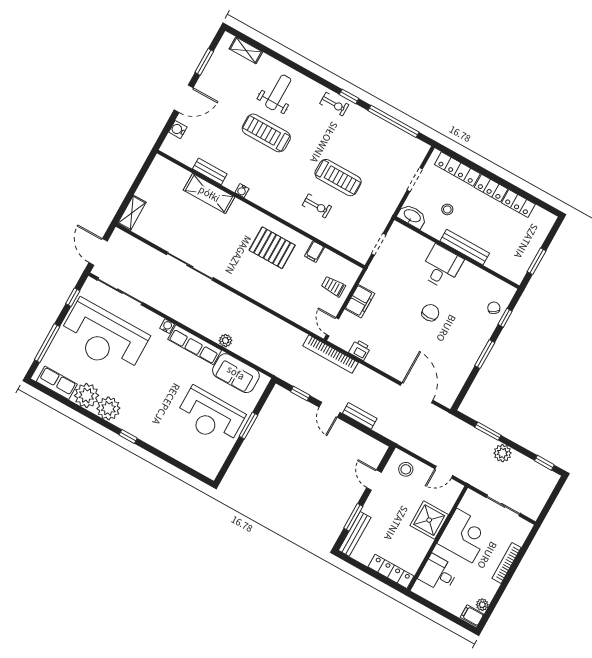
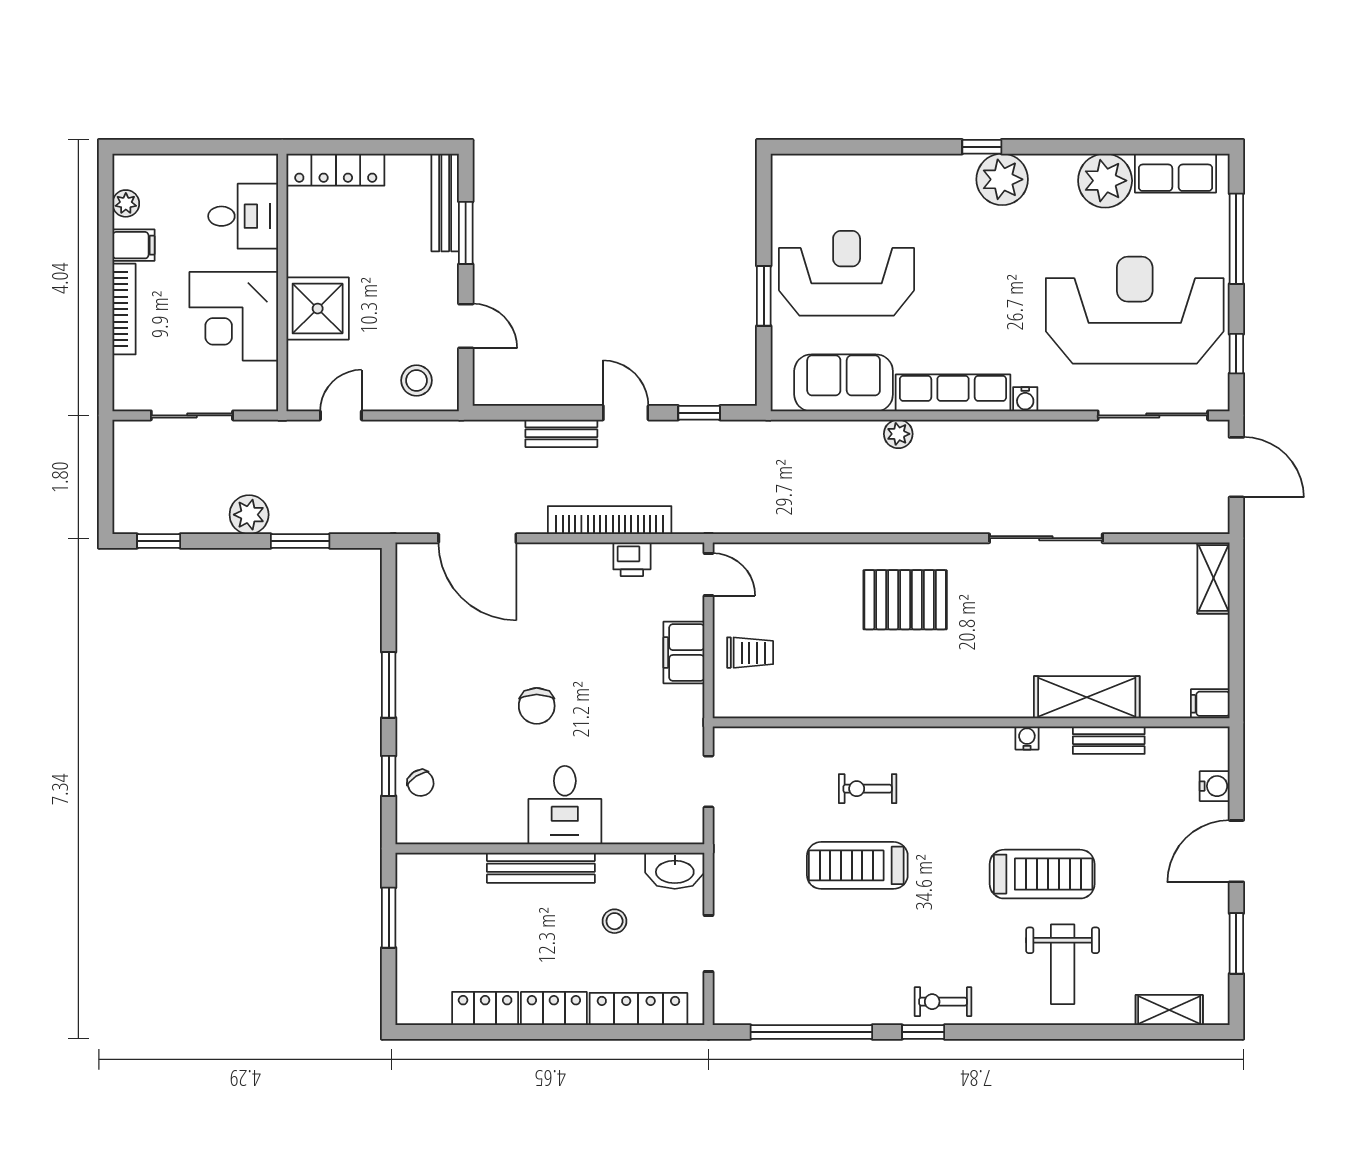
pallet: (272, 248) -> (905, 600), moved
filing cabinet: (314, 252) -> (1210, 704), moved, turned -90
bookcase: (330, 354) -> (610, 520), moved
plant: (108, 408) -> (1002, 179), moved
filing cabinet: (472, 616) -> (134, 245), moved

